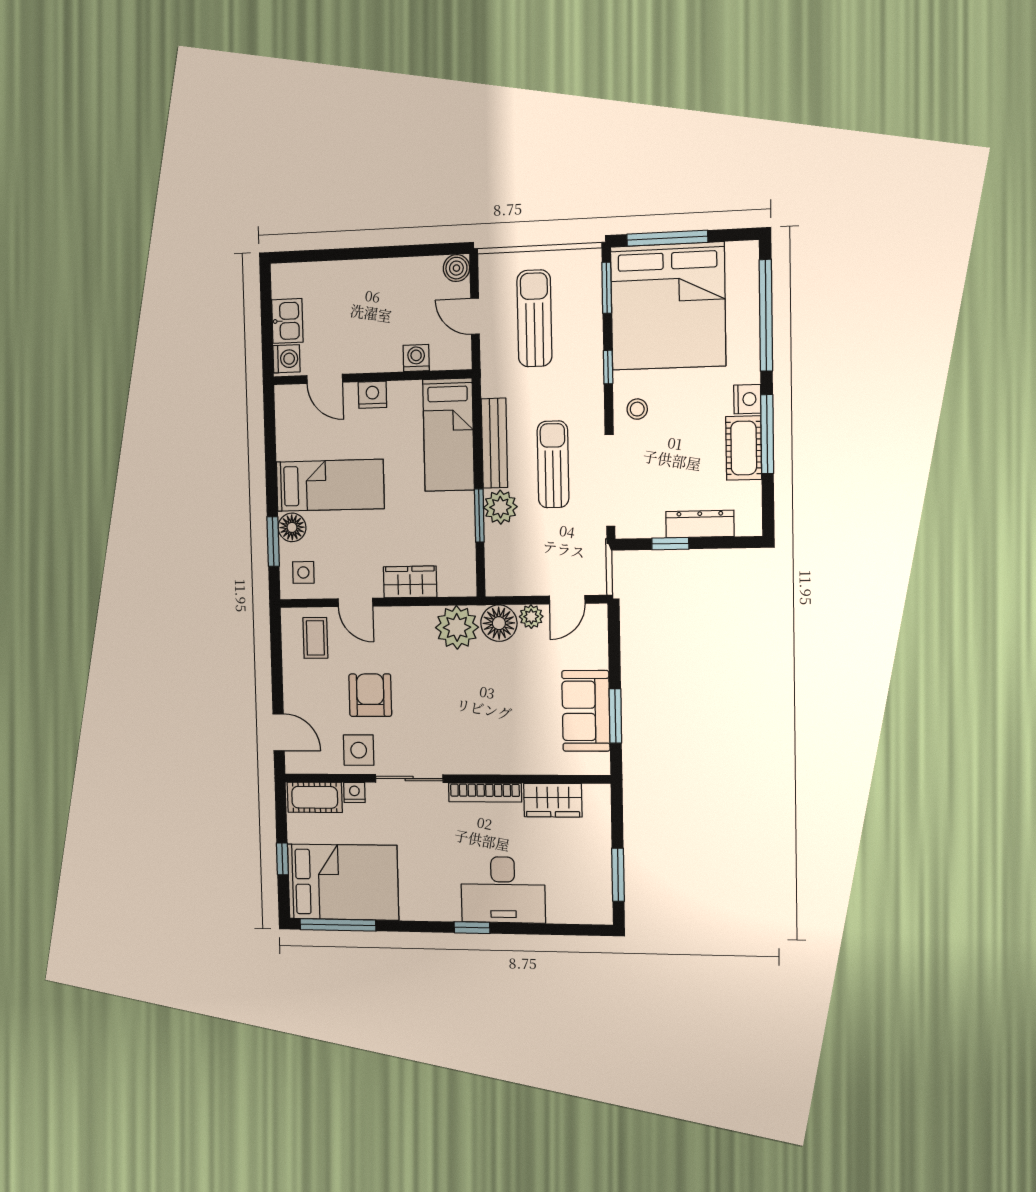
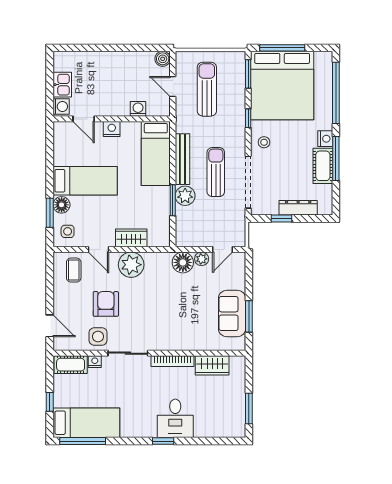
plant: (457, 627) -> (131, 265), moved
bed: (343, 882) -> (86, 423), width x0.67
desk: (503, 890) -> (175, 418), width x0.73

